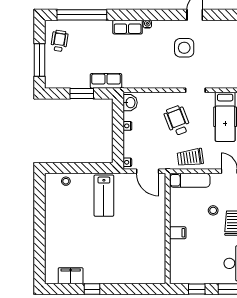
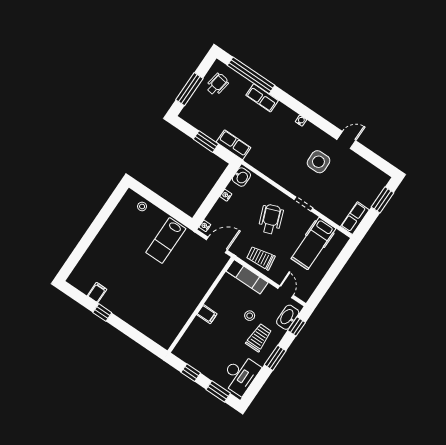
row of seats: (128, 27) -> (262, 98), moved
door: (148, 171) -> (217, 245), swing flipped
filing cabinet: (71, 276) -> (97, 293), width x0.50

